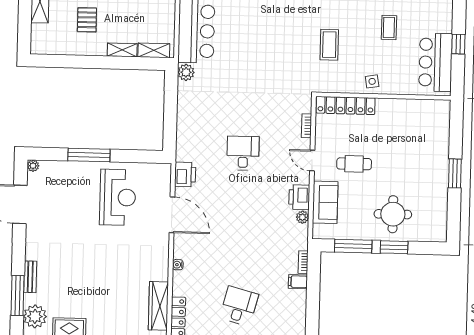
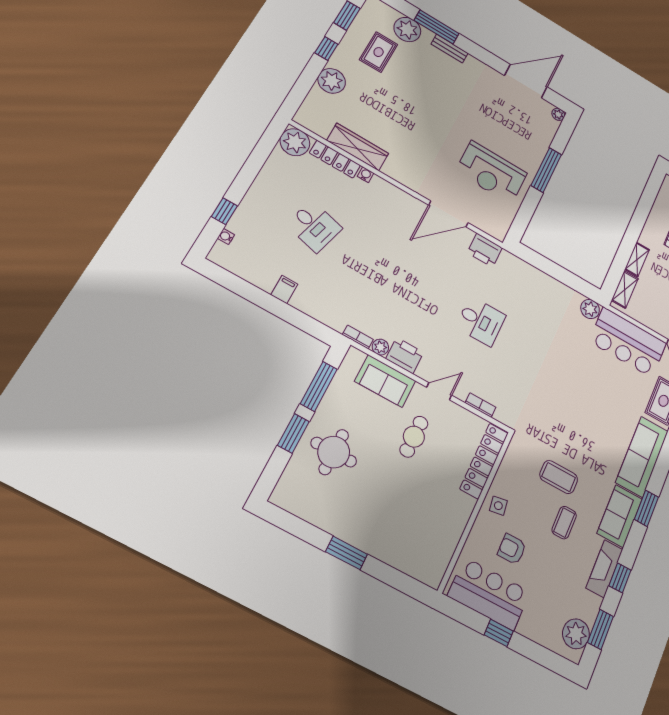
coffee table: (389, 28) -> (564, 523), moved, turned 90
armchair: (398, 59) -> (512, 549), added
bookcase: (303, 262) -> (358, 337), moved
water cooler: (178, 265) -> (366, 175), moved
filing cabinet: (298, 282) -> (284, 289), moved

